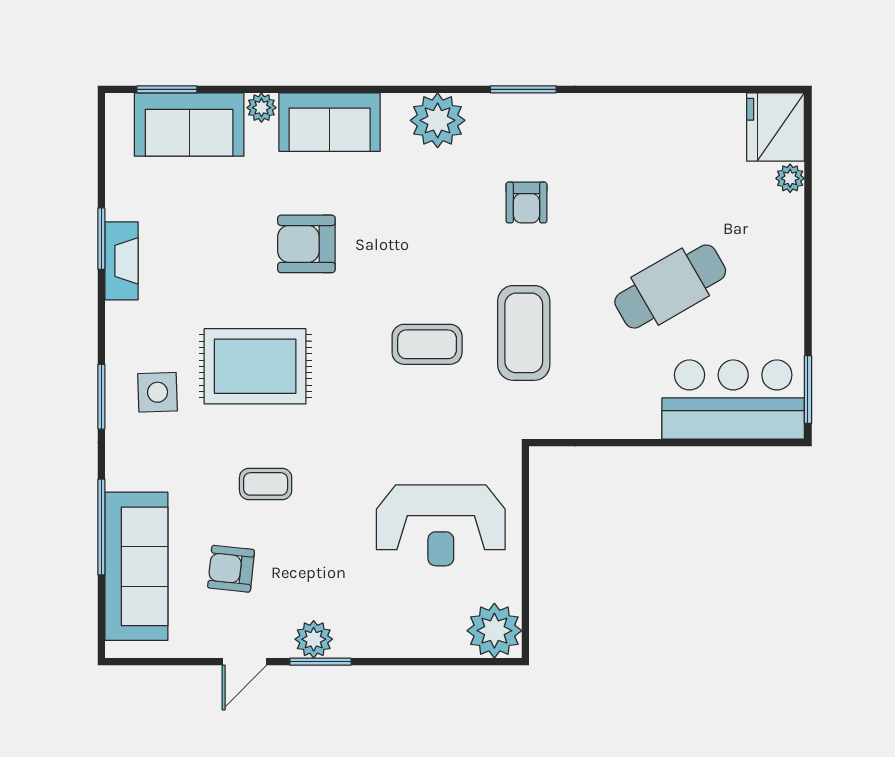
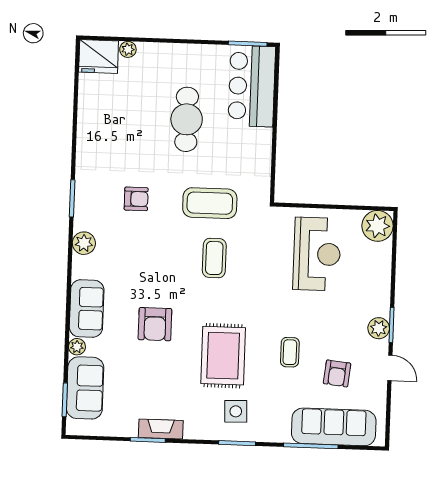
plant: (438, 120) -> (84, 243), width x0.73, depth x0.73
cafe table: (670, 287) -> (187, 119), turned 30

